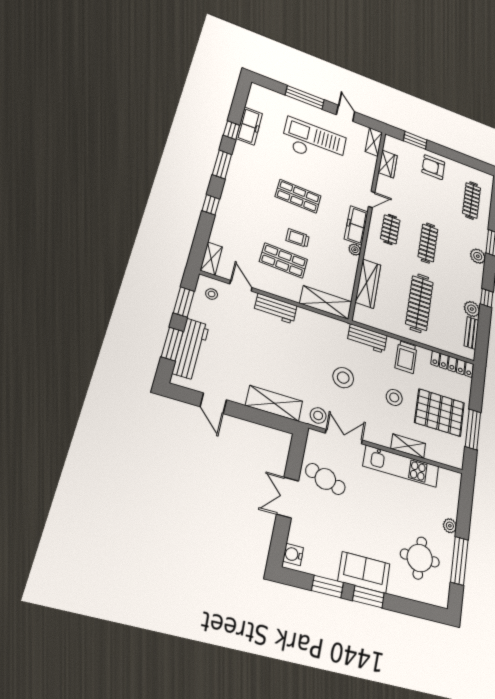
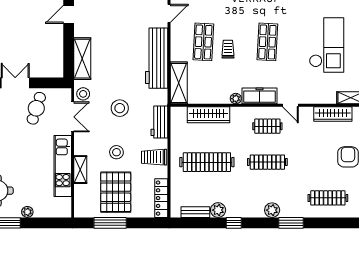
wardrobe: (388, 164) -> (333, 114), width x1.50
workbench: (275, 309) -> (157, 58), width x1.88, depth x1.32

